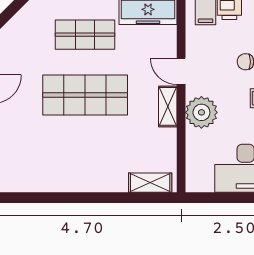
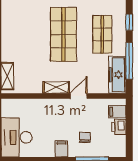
plant: (201, 112) -> (52, 109), removed

